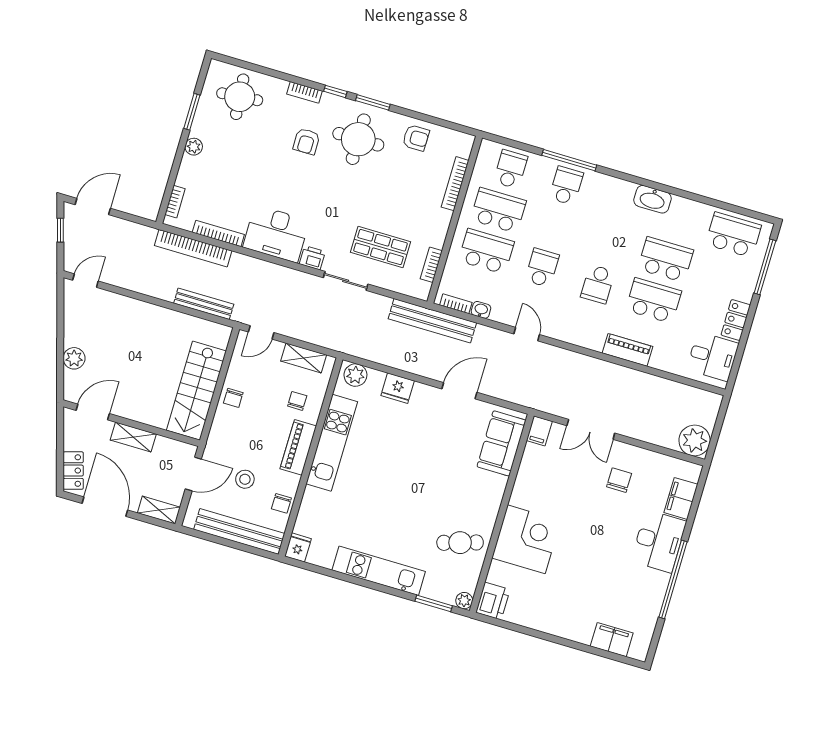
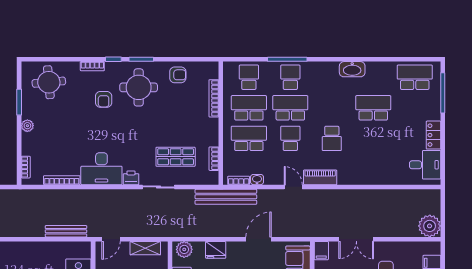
bookcase: (193, 248) -> (47, 195), removed
school desk: (654, 301) -> (290, 108), moved
piano: (628, 350) -> (320, 177), moved

